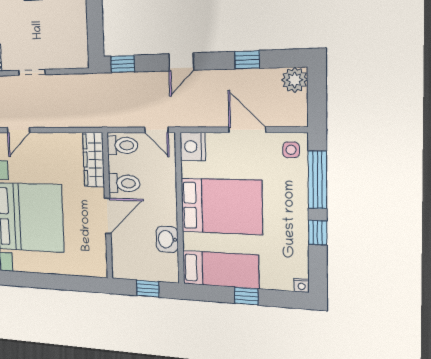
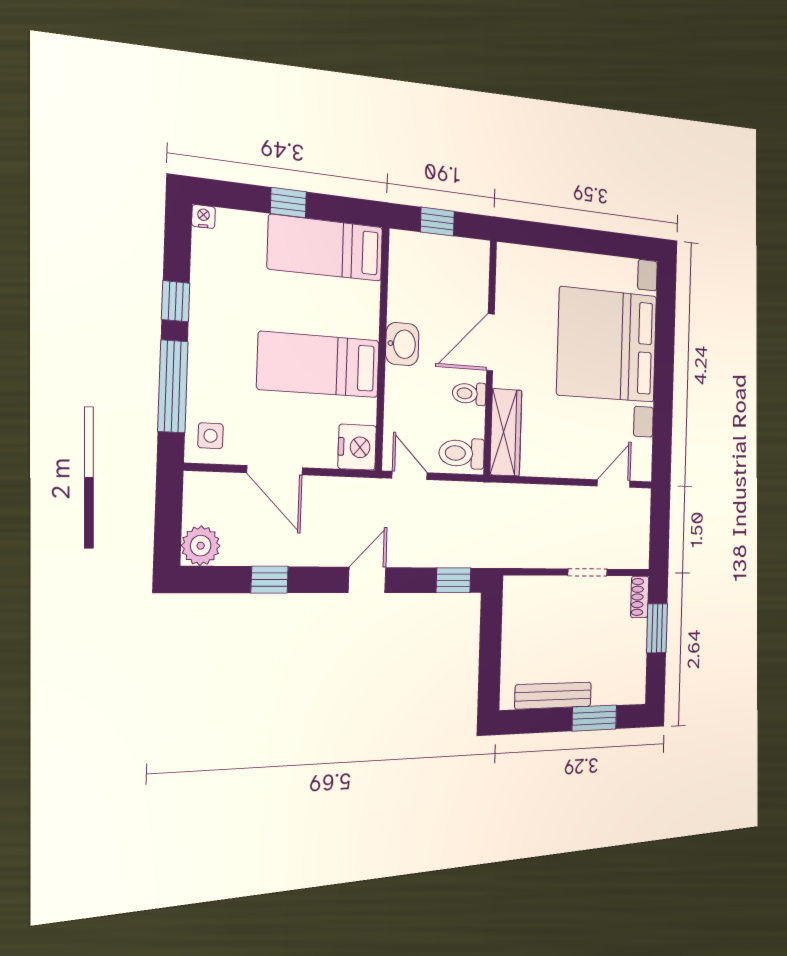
toilet: (124, 183) -> (469, 394), width x0.73, depth x0.72
bed: (221, 206) -> (319, 365), width x0.67
washbasin: (167, 239) -> (402, 344), moved

